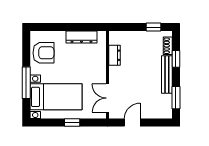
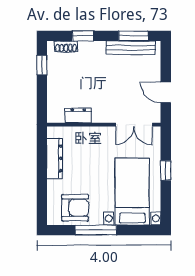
armchair: (43, 53) -> (75, 208), turned 90
bench: (167, 74) -> (131, 48), moved
window: (26, 83) -> (96, 230), moved

